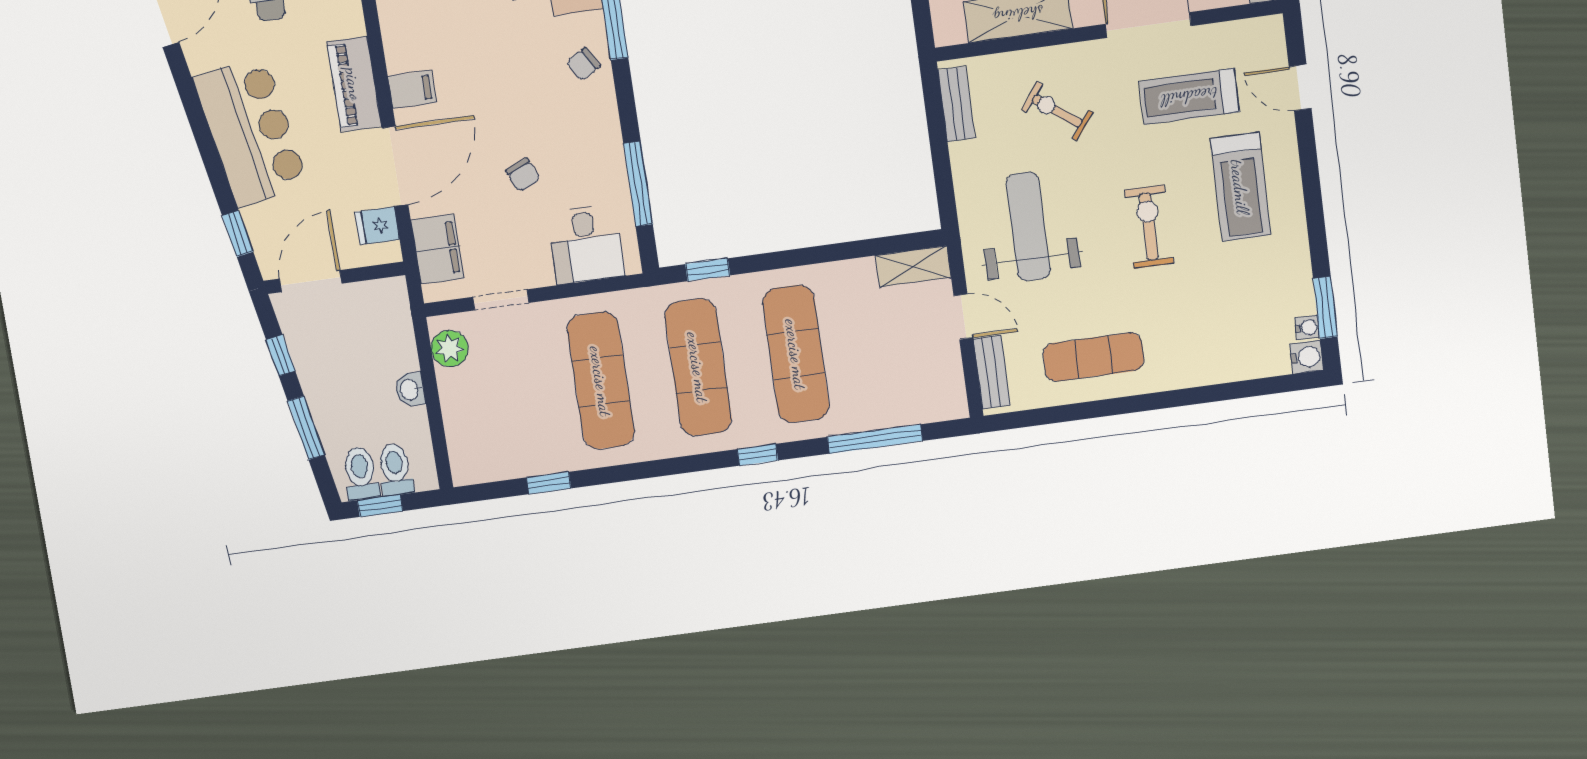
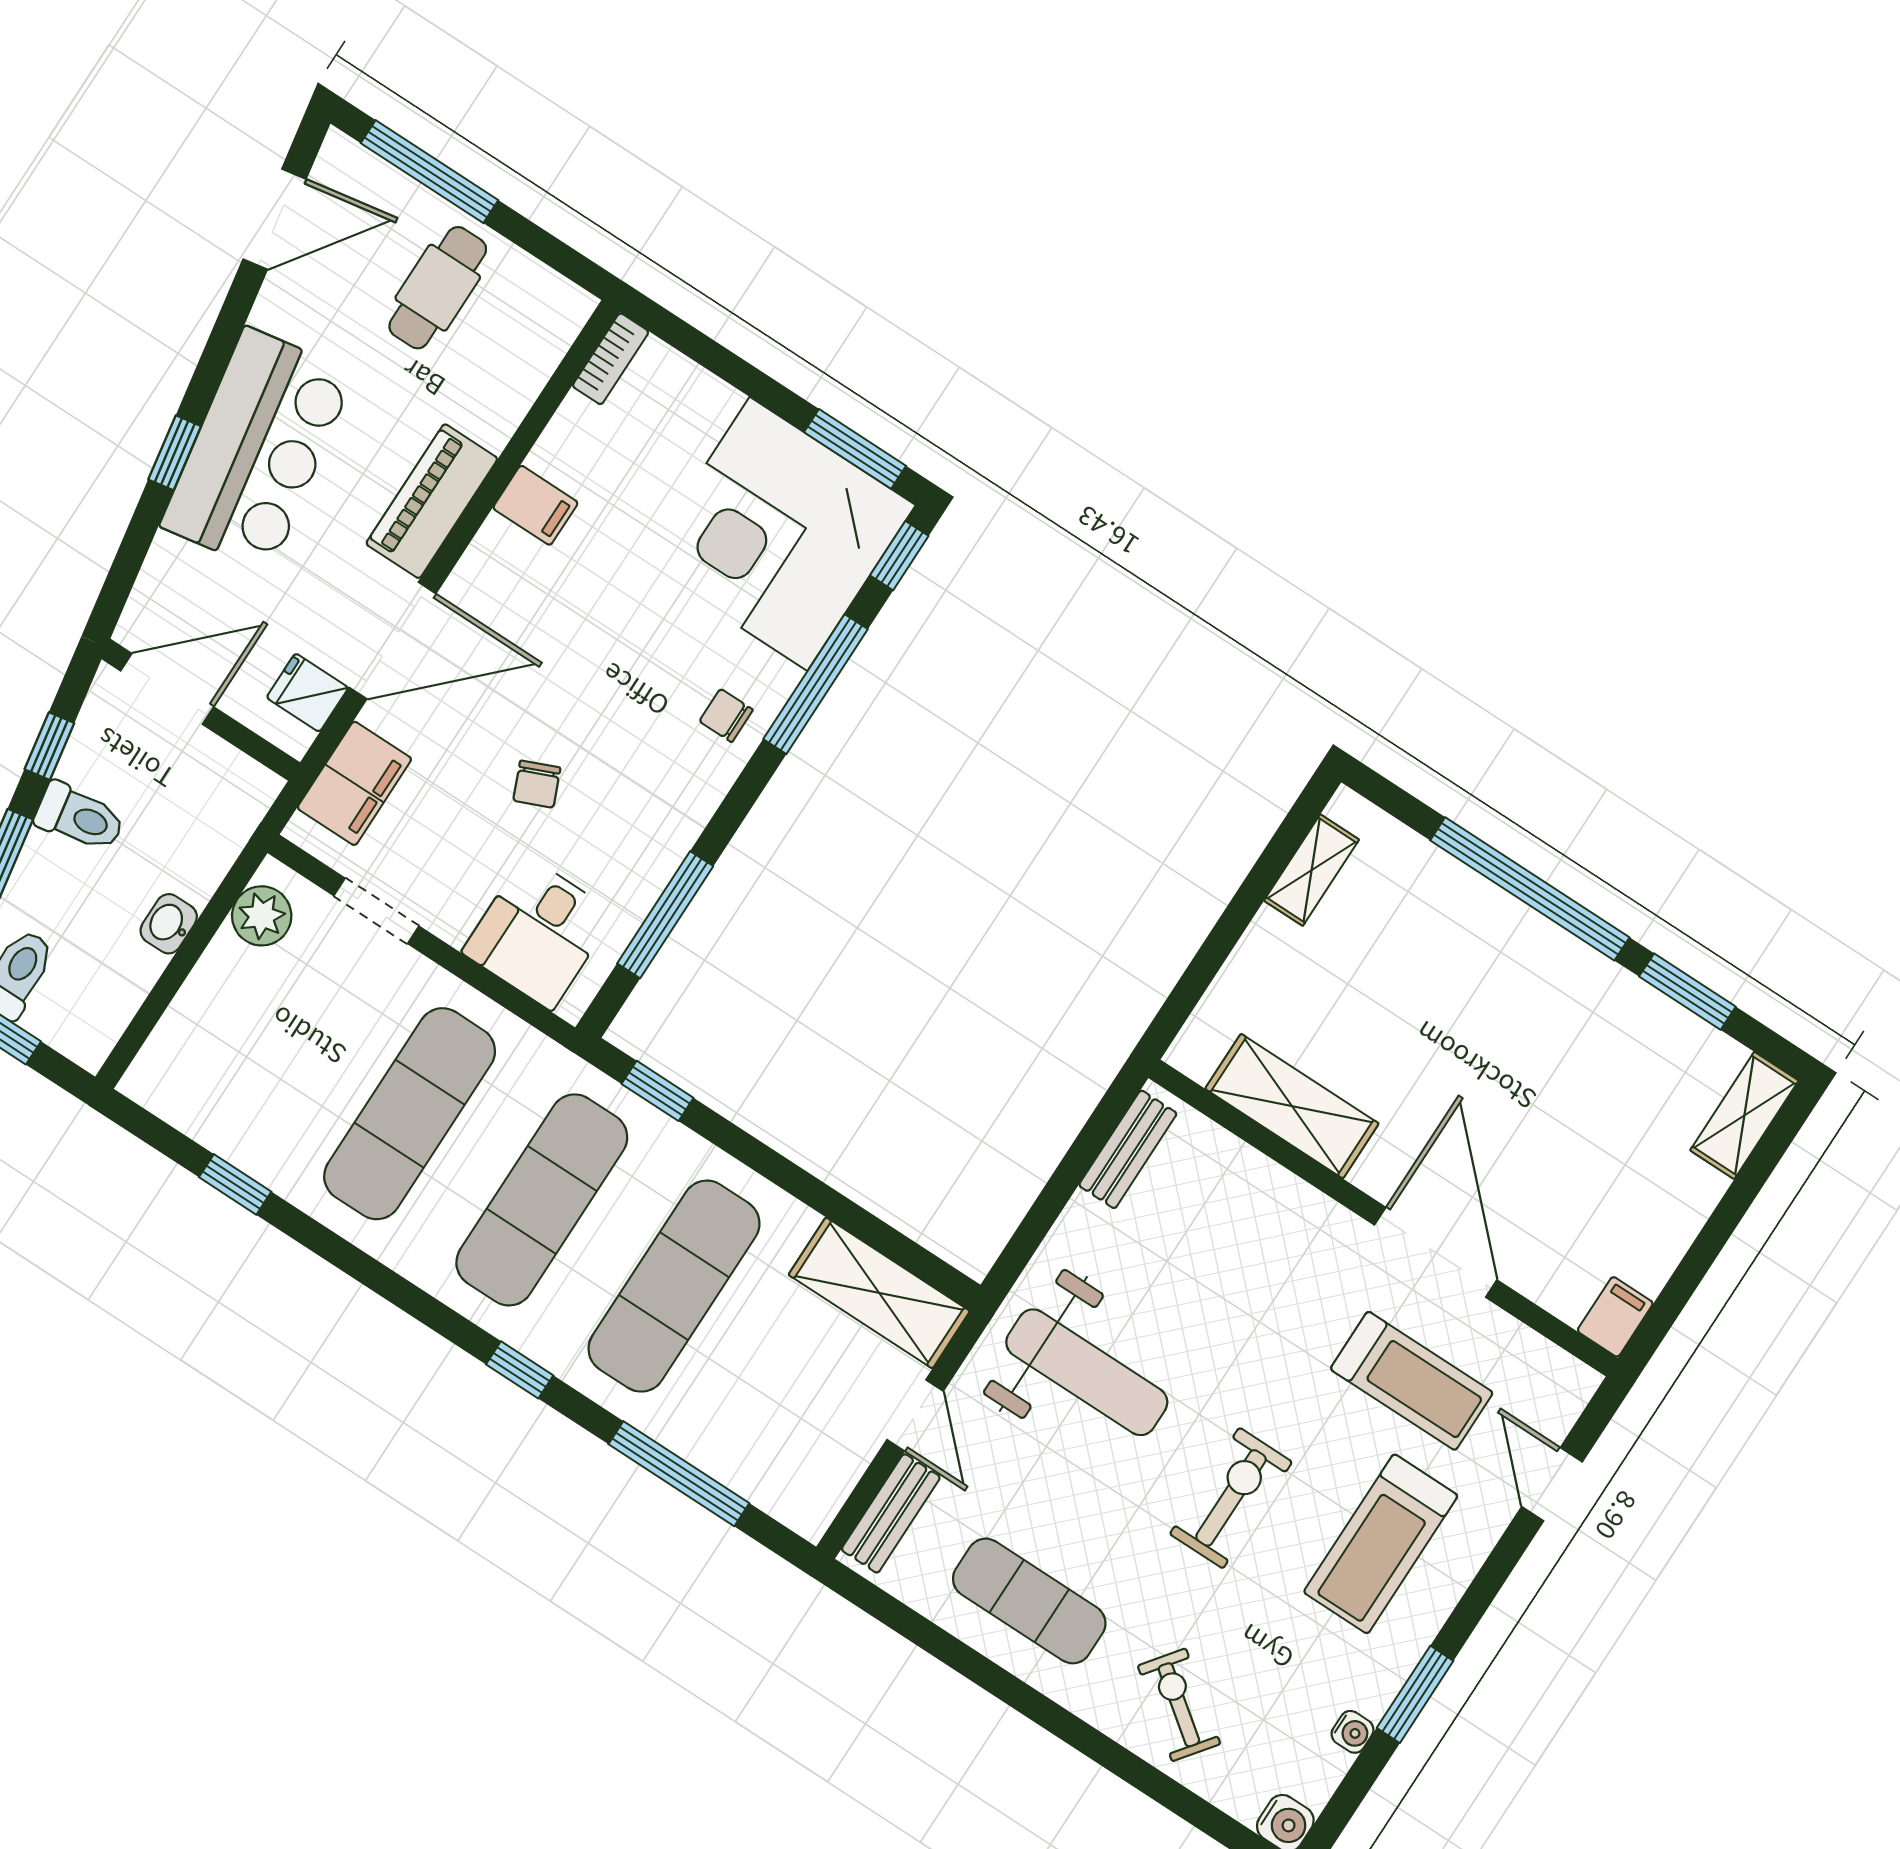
chair: (583, 64) -> (726, 715), turned 30
filing cabinet: (412, 89) -> (535, 505), moved
treadmill: (1189, 97) -> (1412, 1381), turned 180
exercise bike: (1057, 111) -> (1179, 1705), moved
weight bench: (1028, 227) -> (1087, 1372), turned 90
window: (238, 234) -> (175, 453), moved
shelving: (913, 266) -> (879, 1293), width x1.50, depth x1.33
window: (1325, 308) -> (1415, 1694), moved
water cooler: (1307, 328) -> (1353, 1732), moved
toilet: (395, 469) -> (80, 817), moved, turned 80

